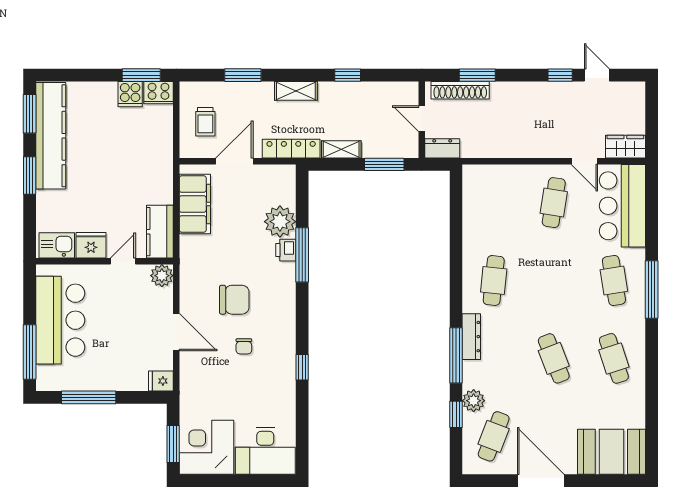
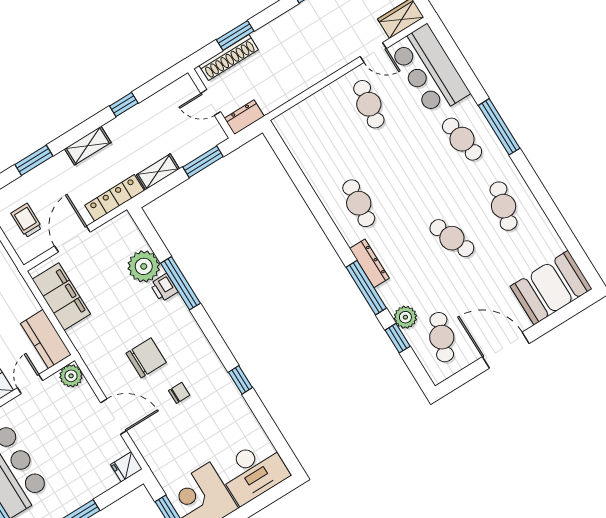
trolley: (205, 122) -> (26, 220), turned 180
chair: (244, 346) -> (179, 393), turned -90
cafe table: (614, 358) -> (504, 206), turned 33

